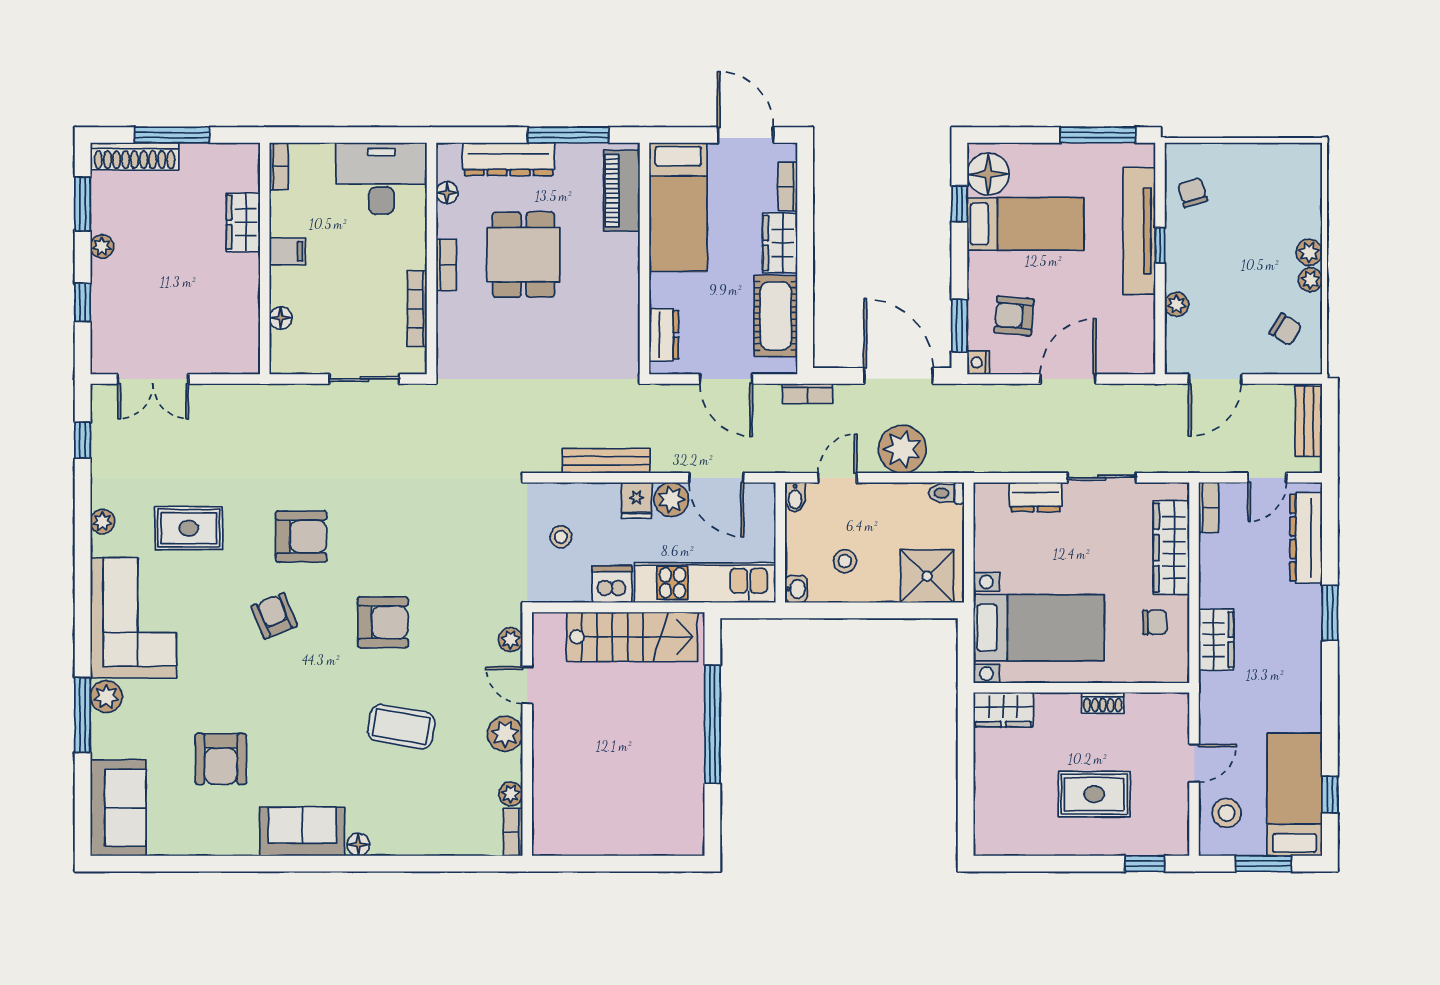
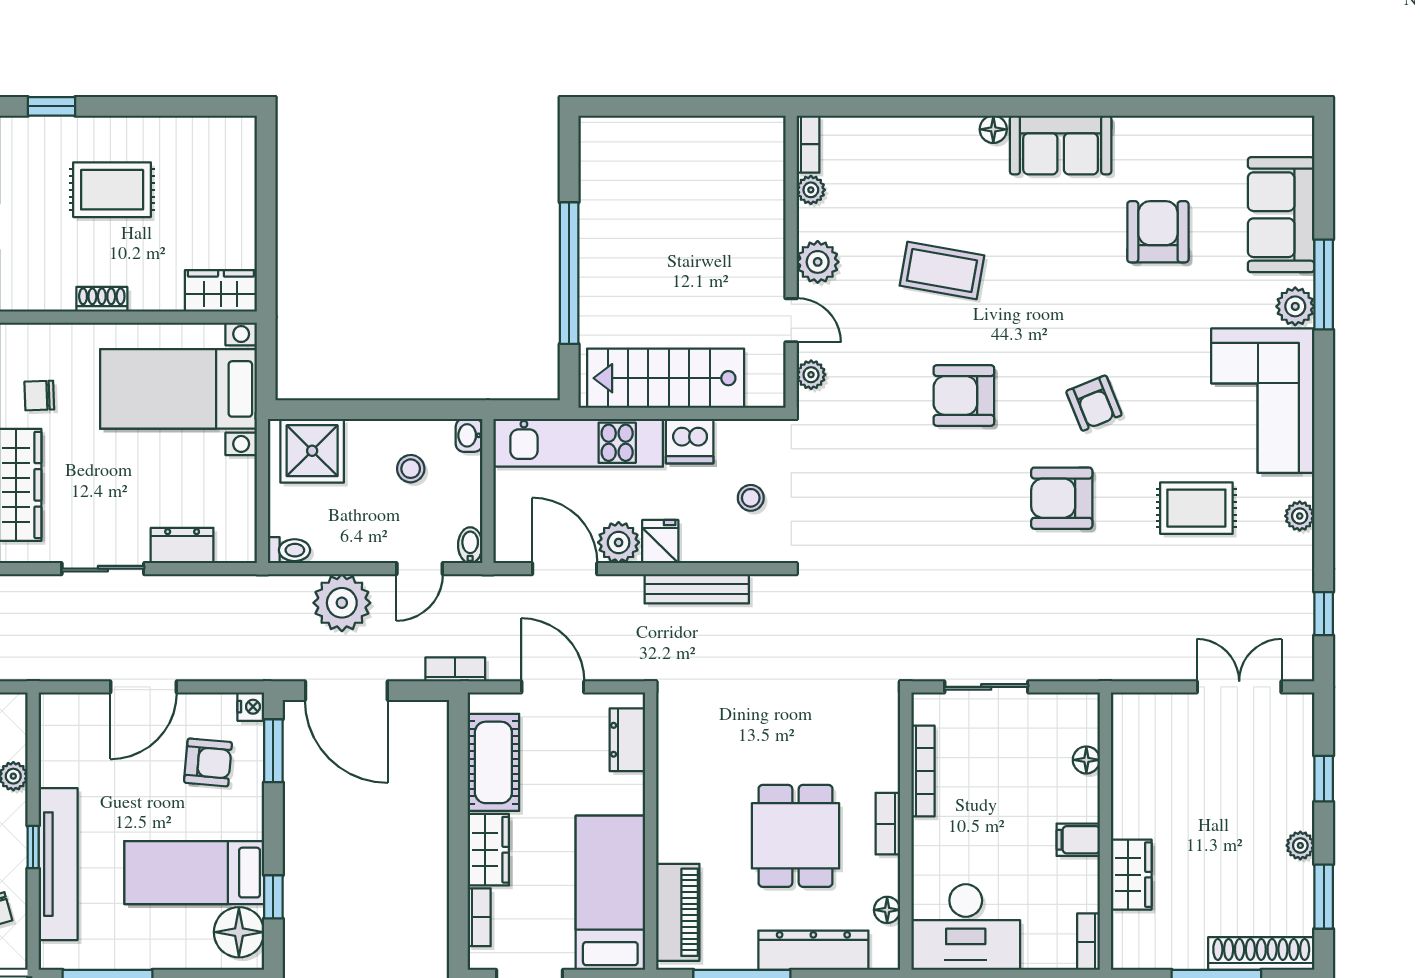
sofa: (118, 808) -> (1281, 215), moved

